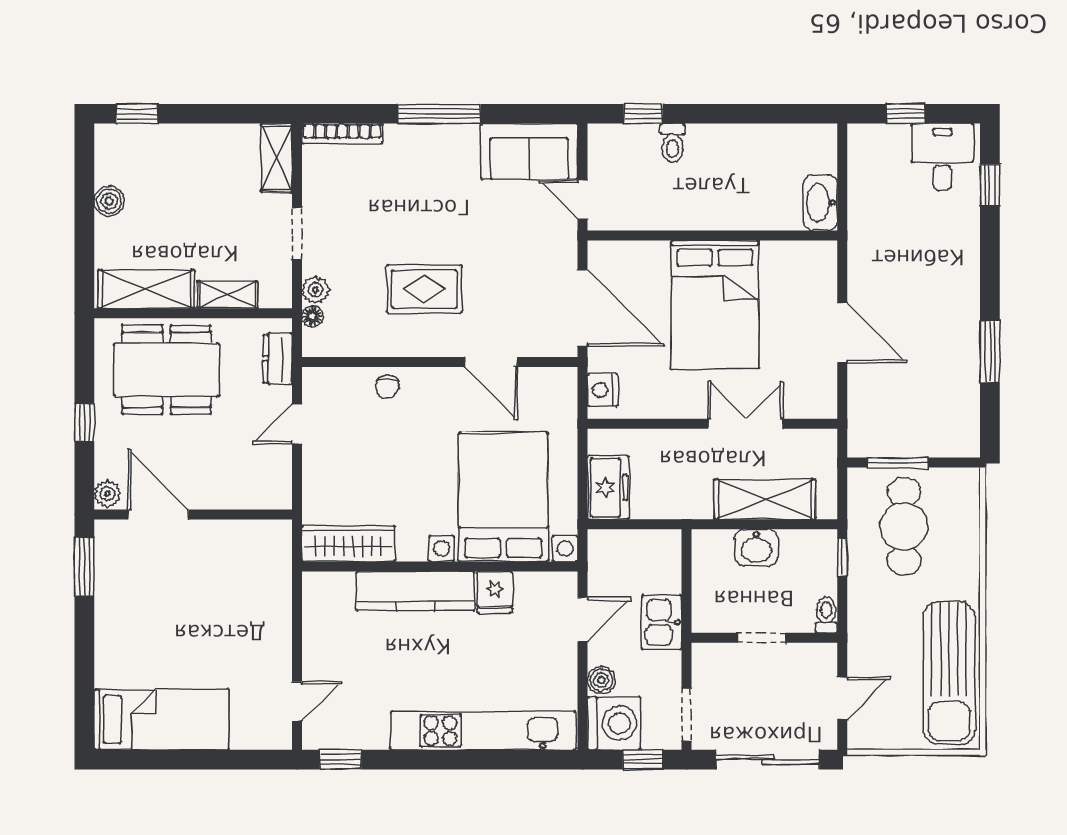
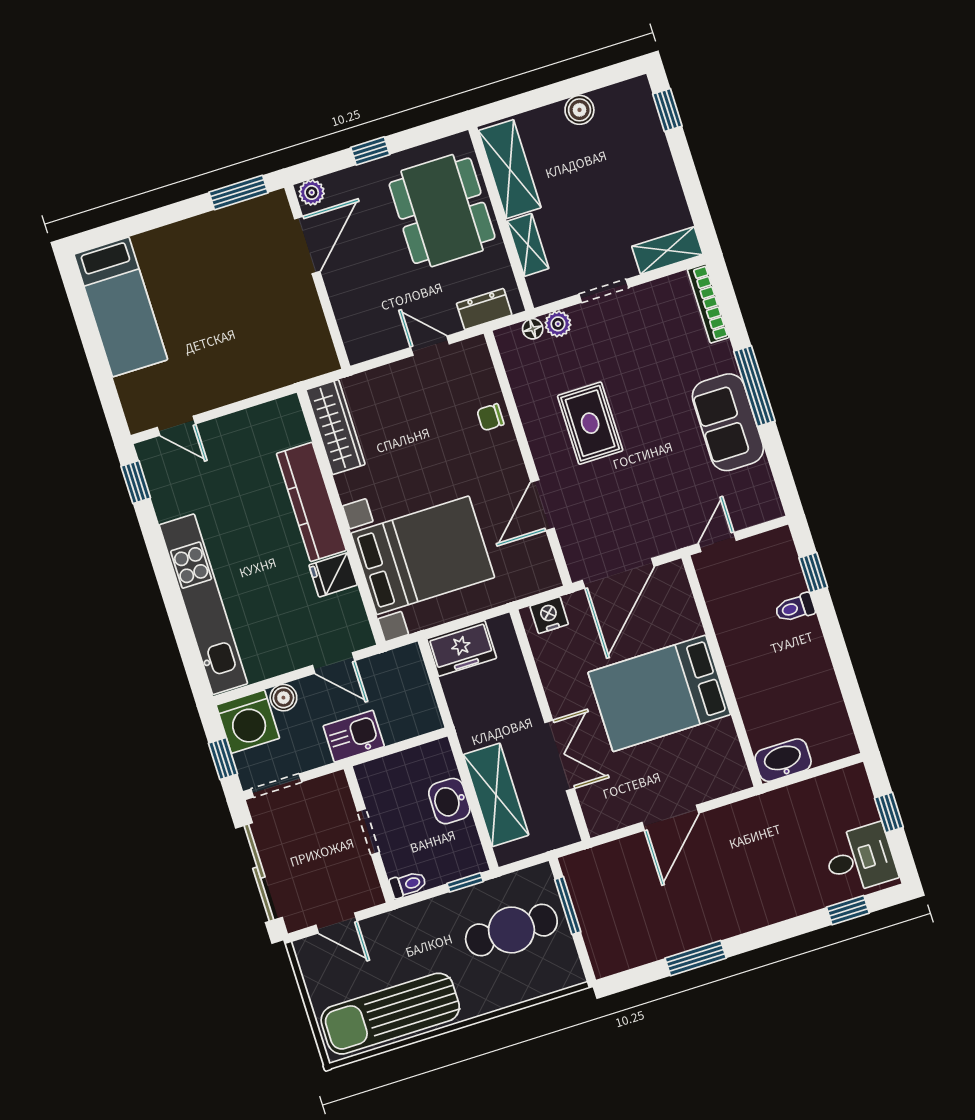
sofa: (529, 152) -> (728, 422), moved

